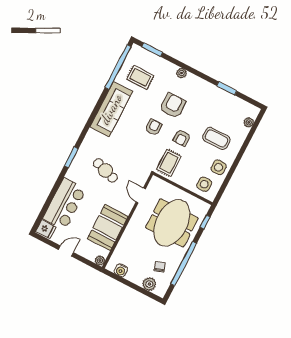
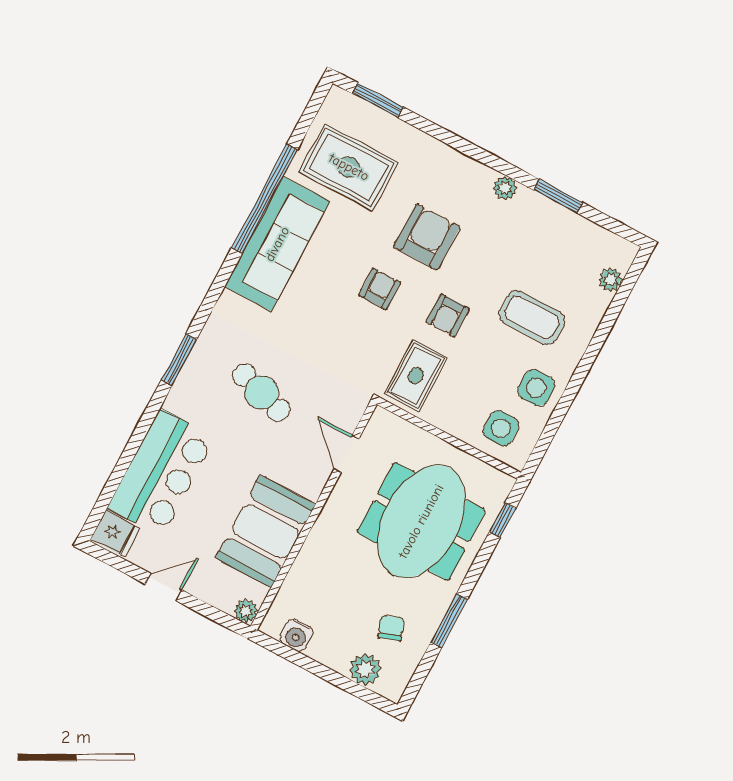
window: (118, 67) -> (265, 199), moved
plant: (181, 73) -> (505, 188), moved
rug: (140, 77) -> (349, 167), width x1.36, depth x1.43
window: (184, 264) -> (449, 621), width x0.47

